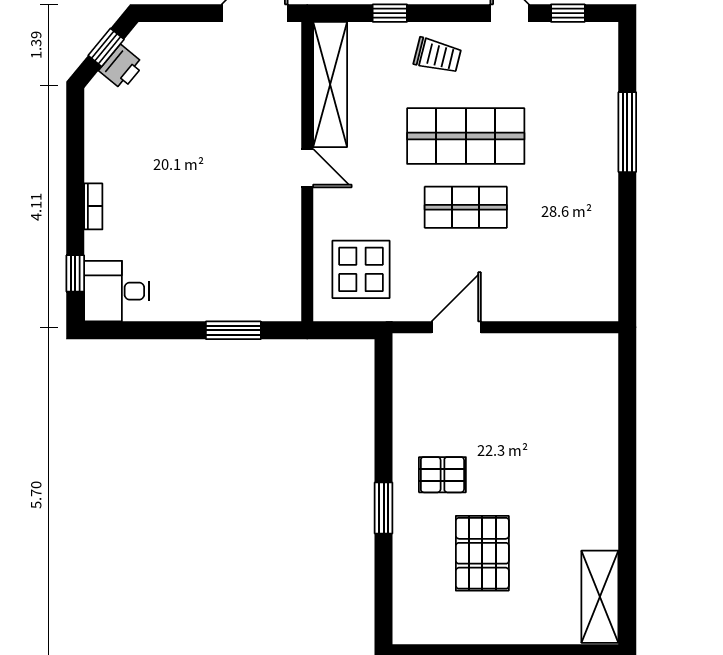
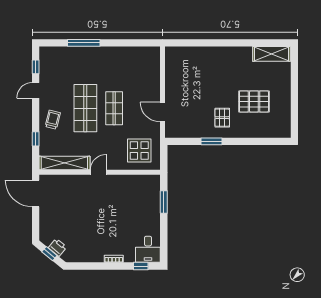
window: (384, 508) -> (211, 141), moved

